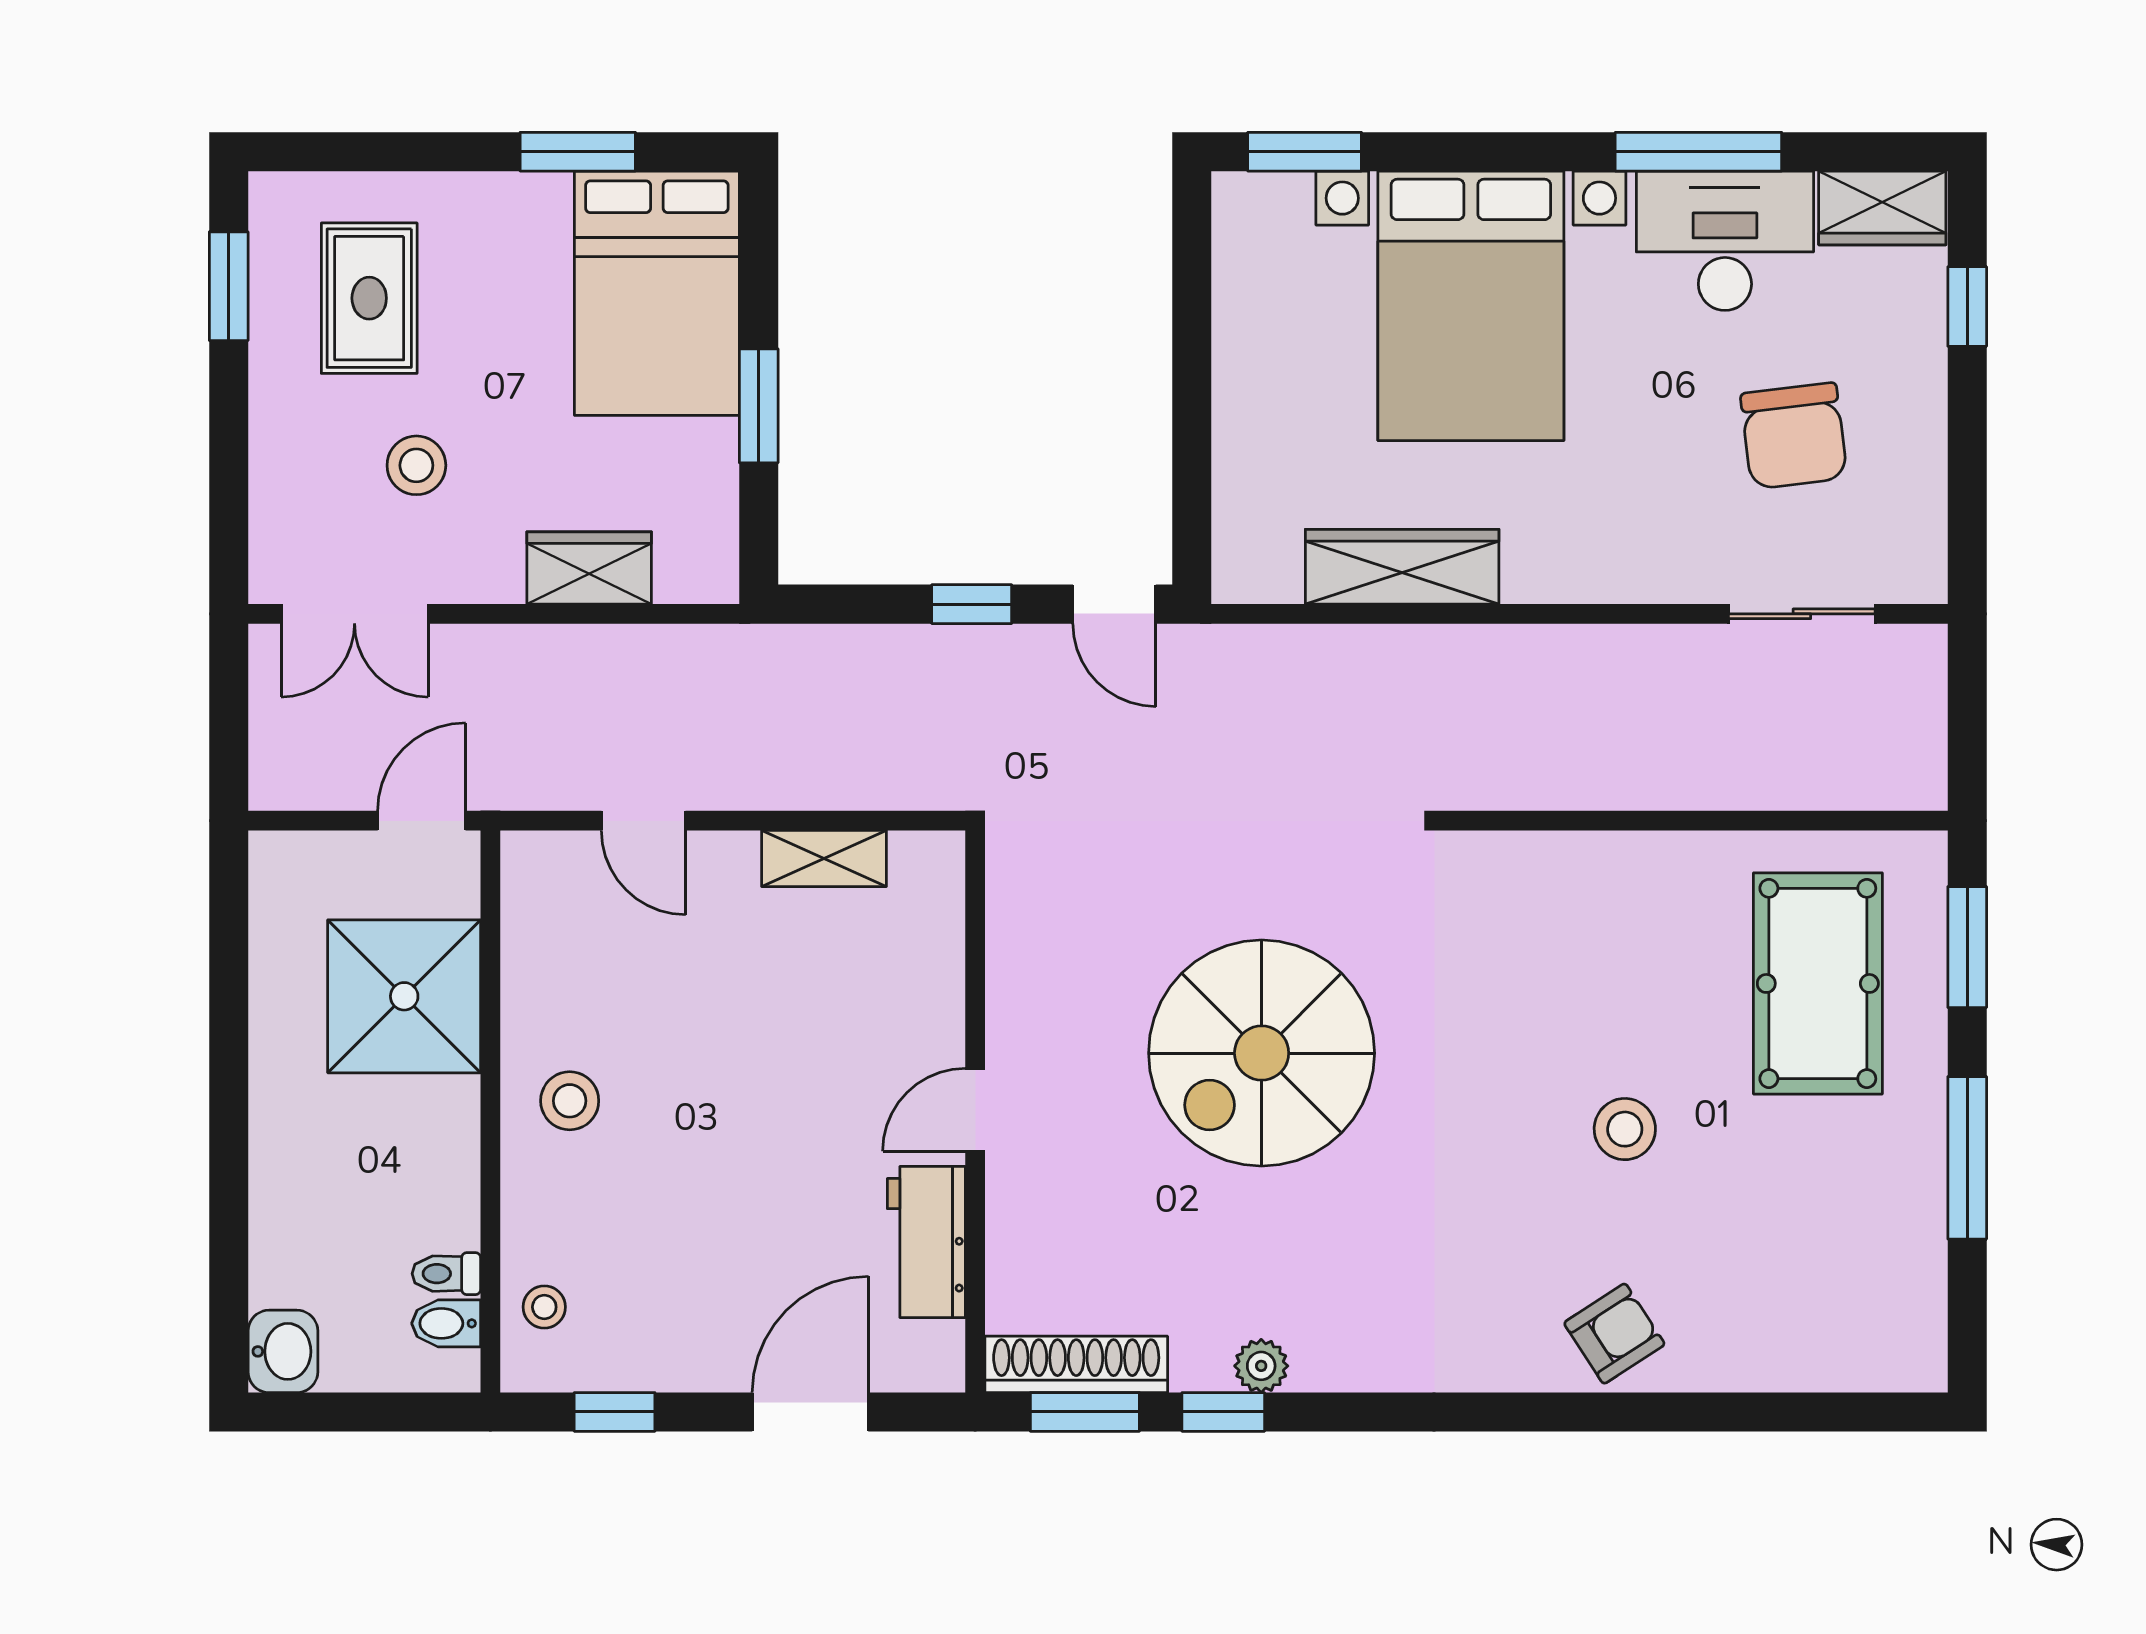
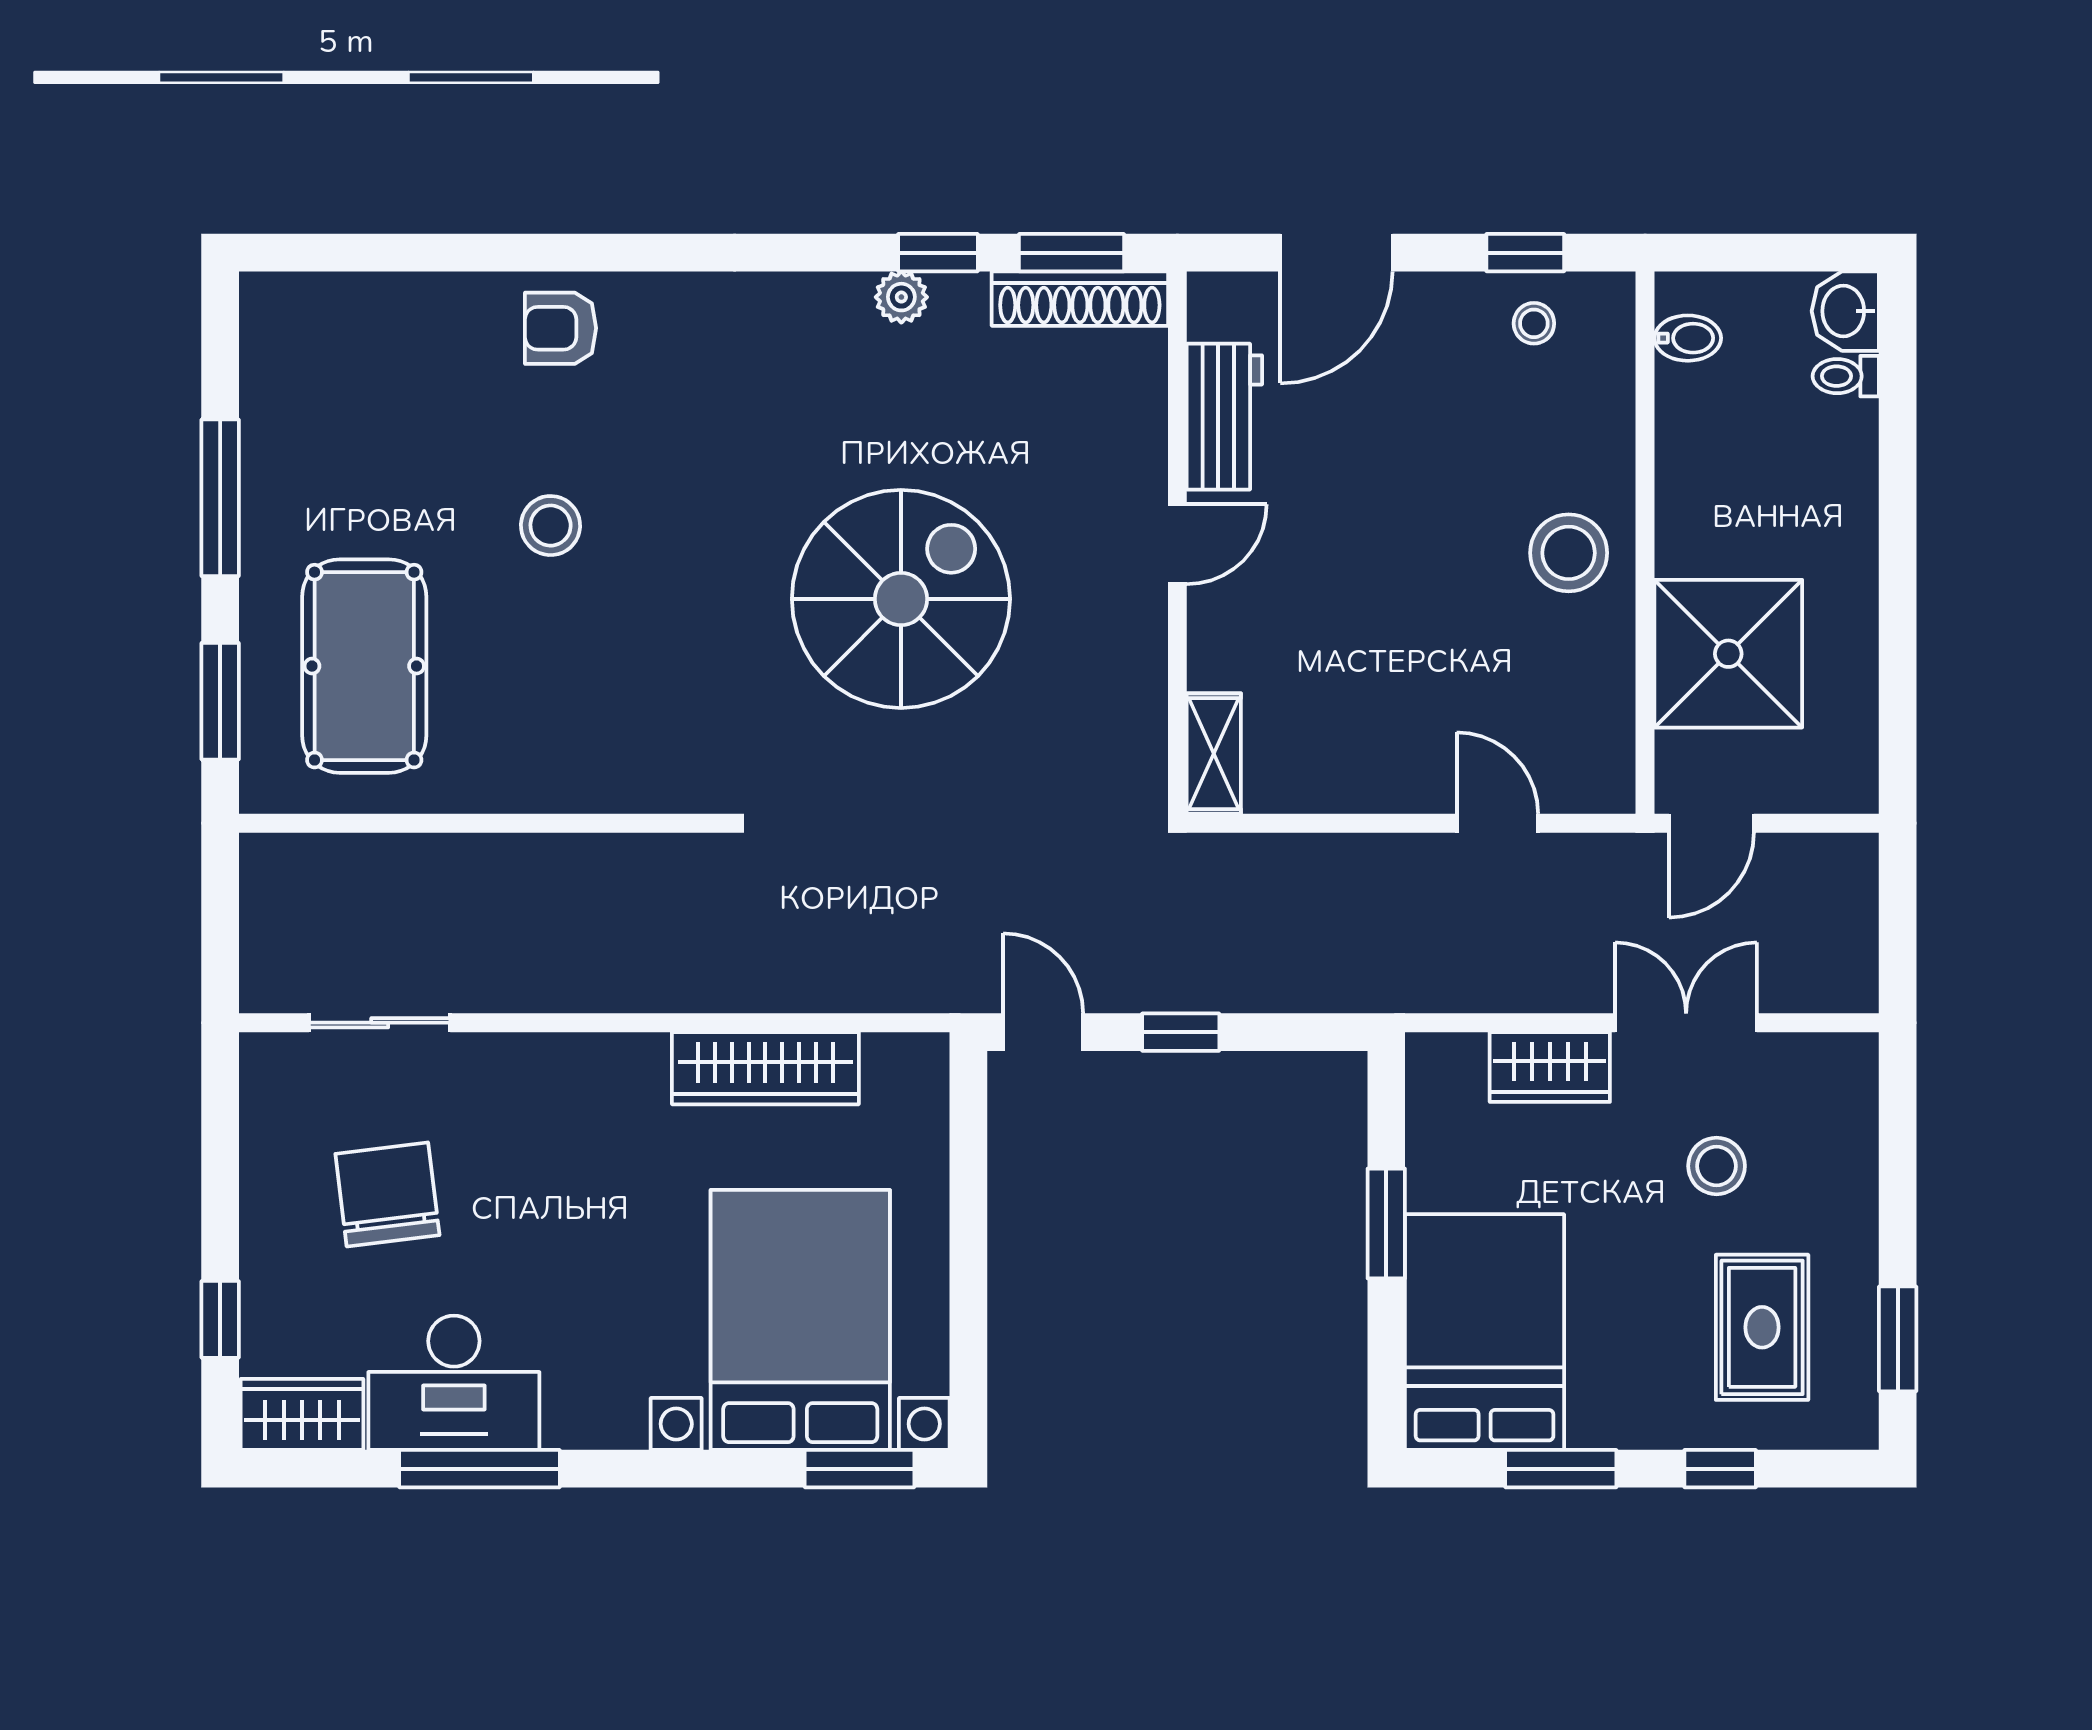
window: (413, 152) -> (1720, 1469), added
bed with nightstands: (1471, 306) -> (800, 1320), moved
double door: (355, 614) -> (1686, 1023), moved
shelving: (824, 858) -> (1214, 754), moved, turned 90
stool: (570, 1101) -> (1569, 553), width x1.38, depth x1.38
toilet: (446, 1274) -> (1846, 376), moved, turned 180
stool: (544, 1307) -> (1534, 323), moved
armchair: (1614, 1334) -> (561, 328), turned 33

